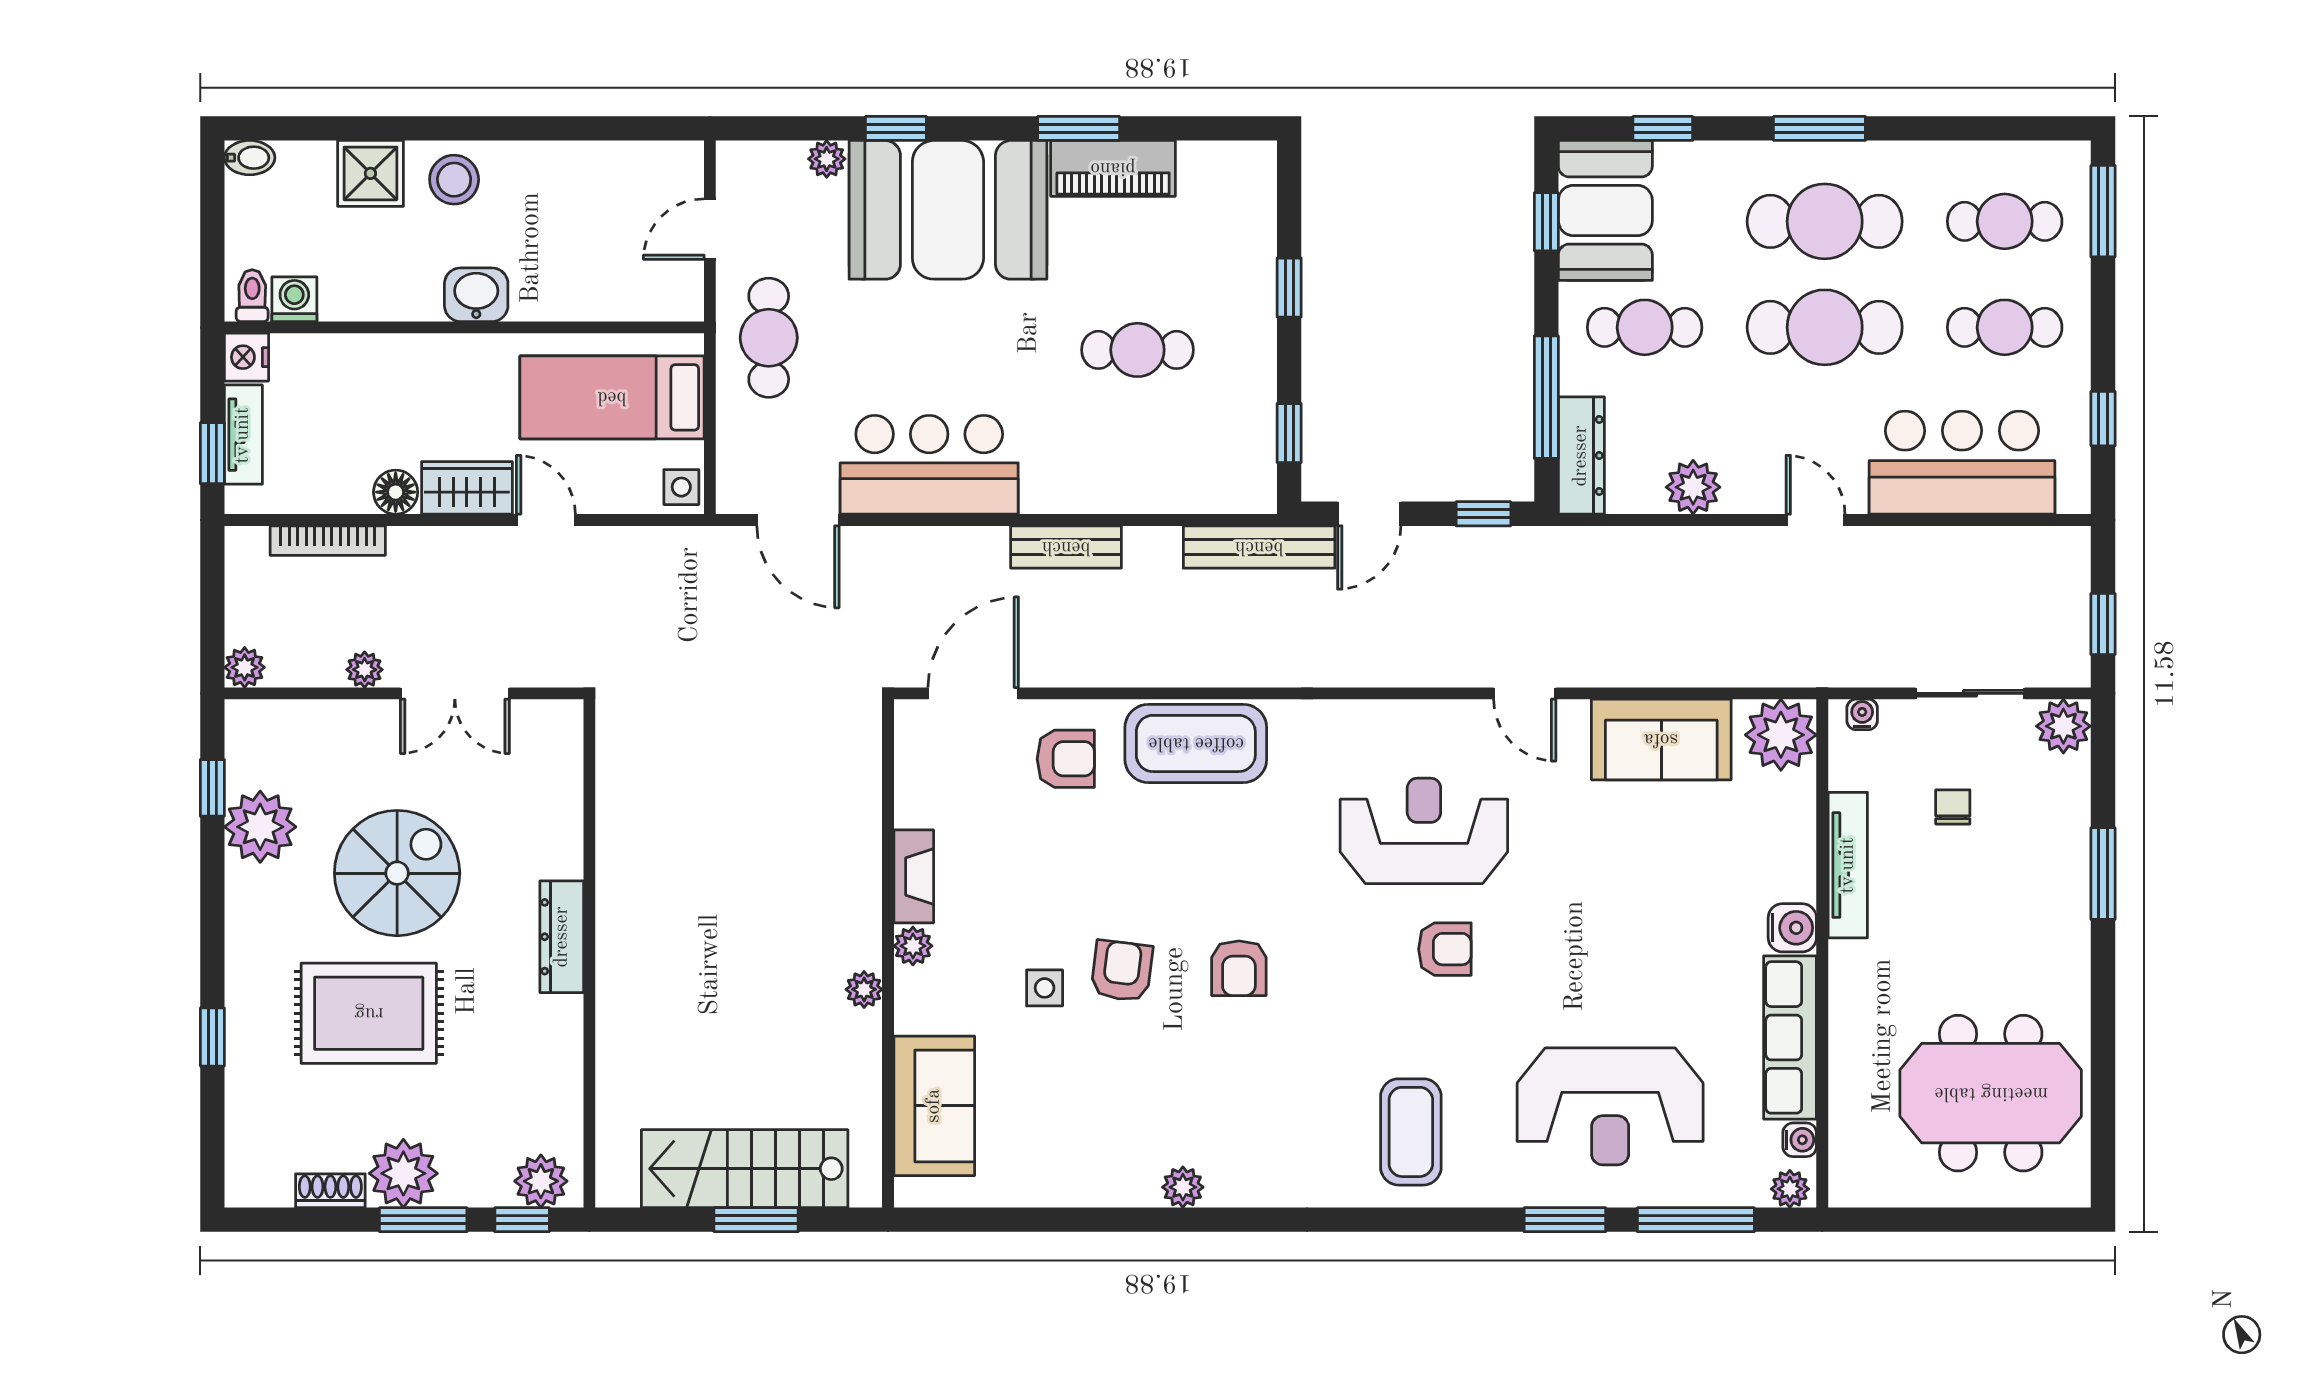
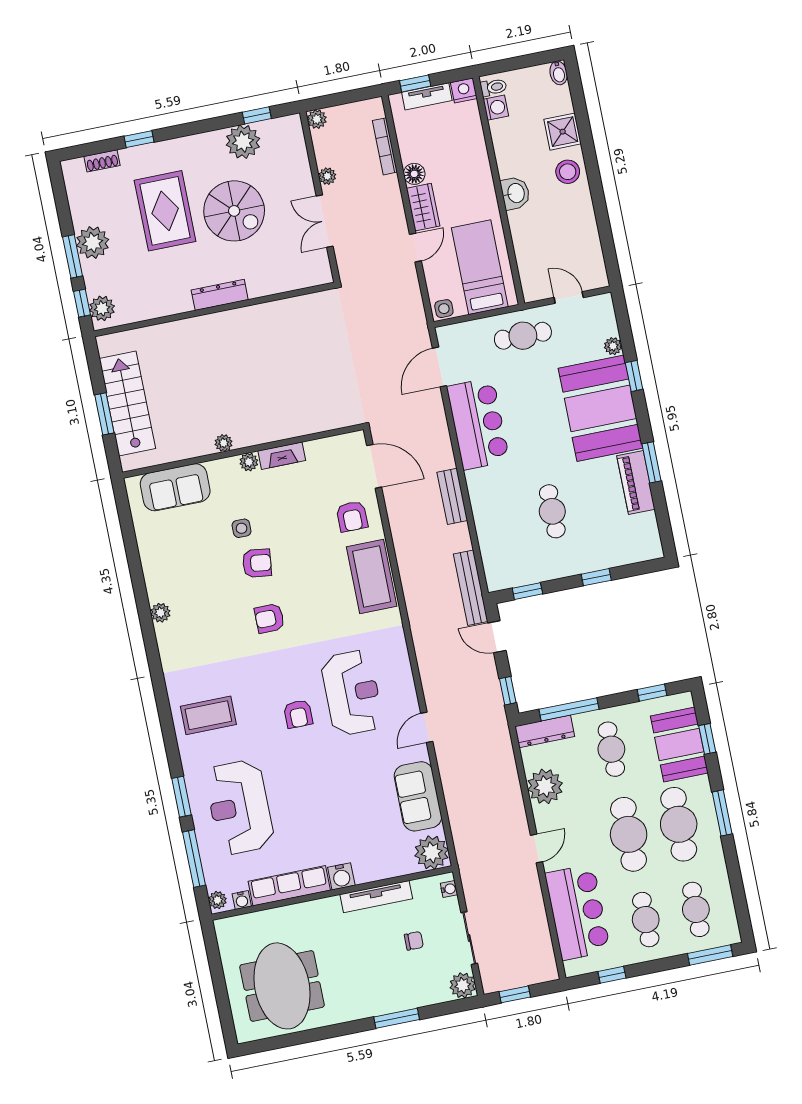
booth: (1605, 210) -> (679, 745), moved, turned 90
plant: (1693, 487) -> (545, 786), width x1.36, depth x1.36
shoe rack: (330, 1191) -> (102, 161), moved, turned 90

